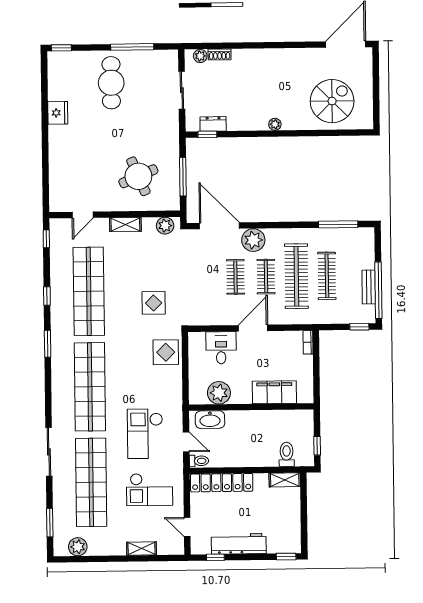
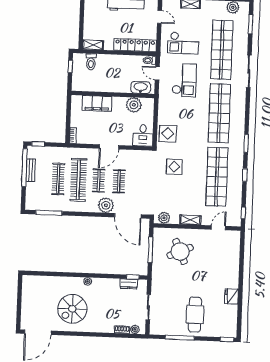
spiral stairs: (332, 101) -> (72, 309), moved
desk: (221, 348) -> (143, 135), moved
checkout: (150, 489) -> (183, 43), turned 180

